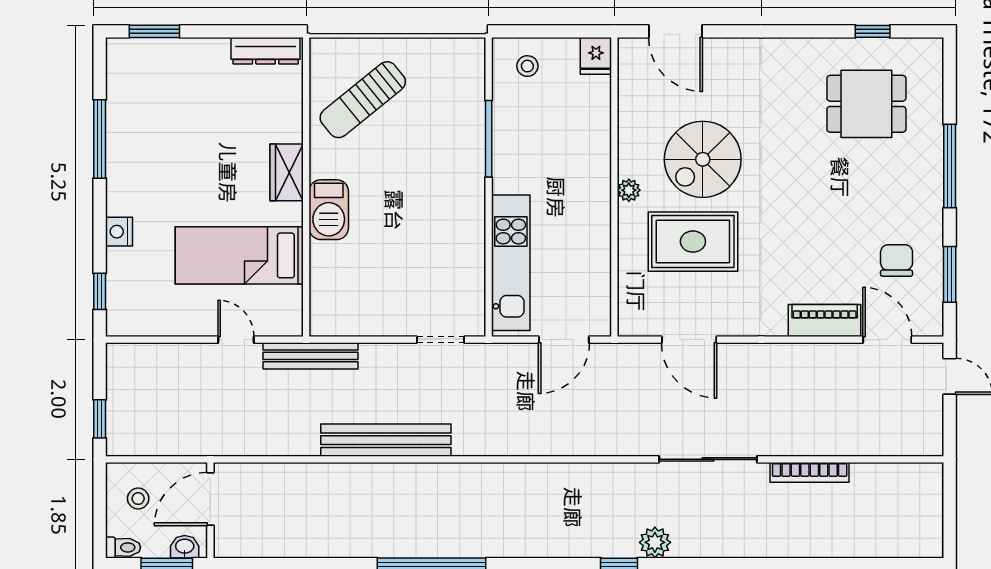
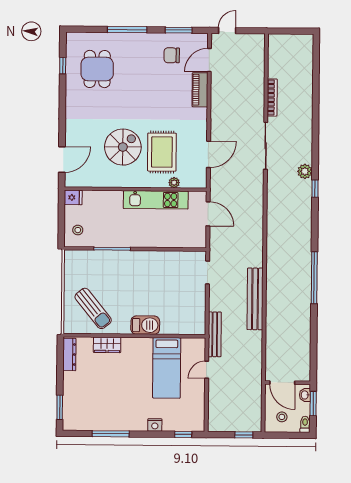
spiral stairs: (703, 159) -> (123, 147), turned -90
wardrobe: (287, 172) -> (107, 345), moved
plant: (629, 190) -> (174, 183), moved
kitchen unit: (511, 263) -> (156, 200), moved, turned 180

